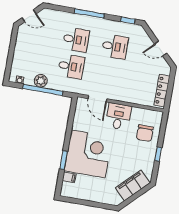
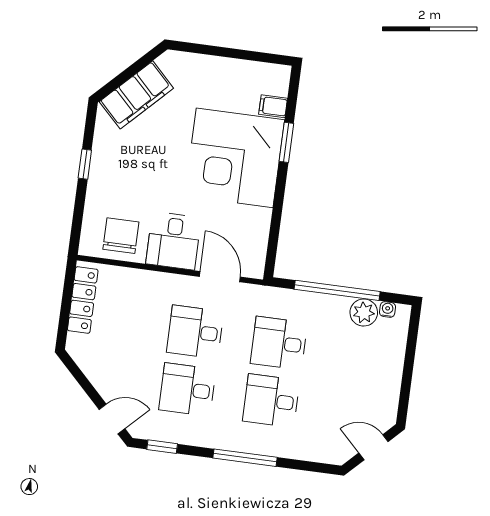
door: (161, 49) -> (112, 419), moved
desk: (110, 73) -> (195, 332), added
plant: (41, 81) -> (364, 313), moved
chair: (145, 133) -> (121, 236), moved

